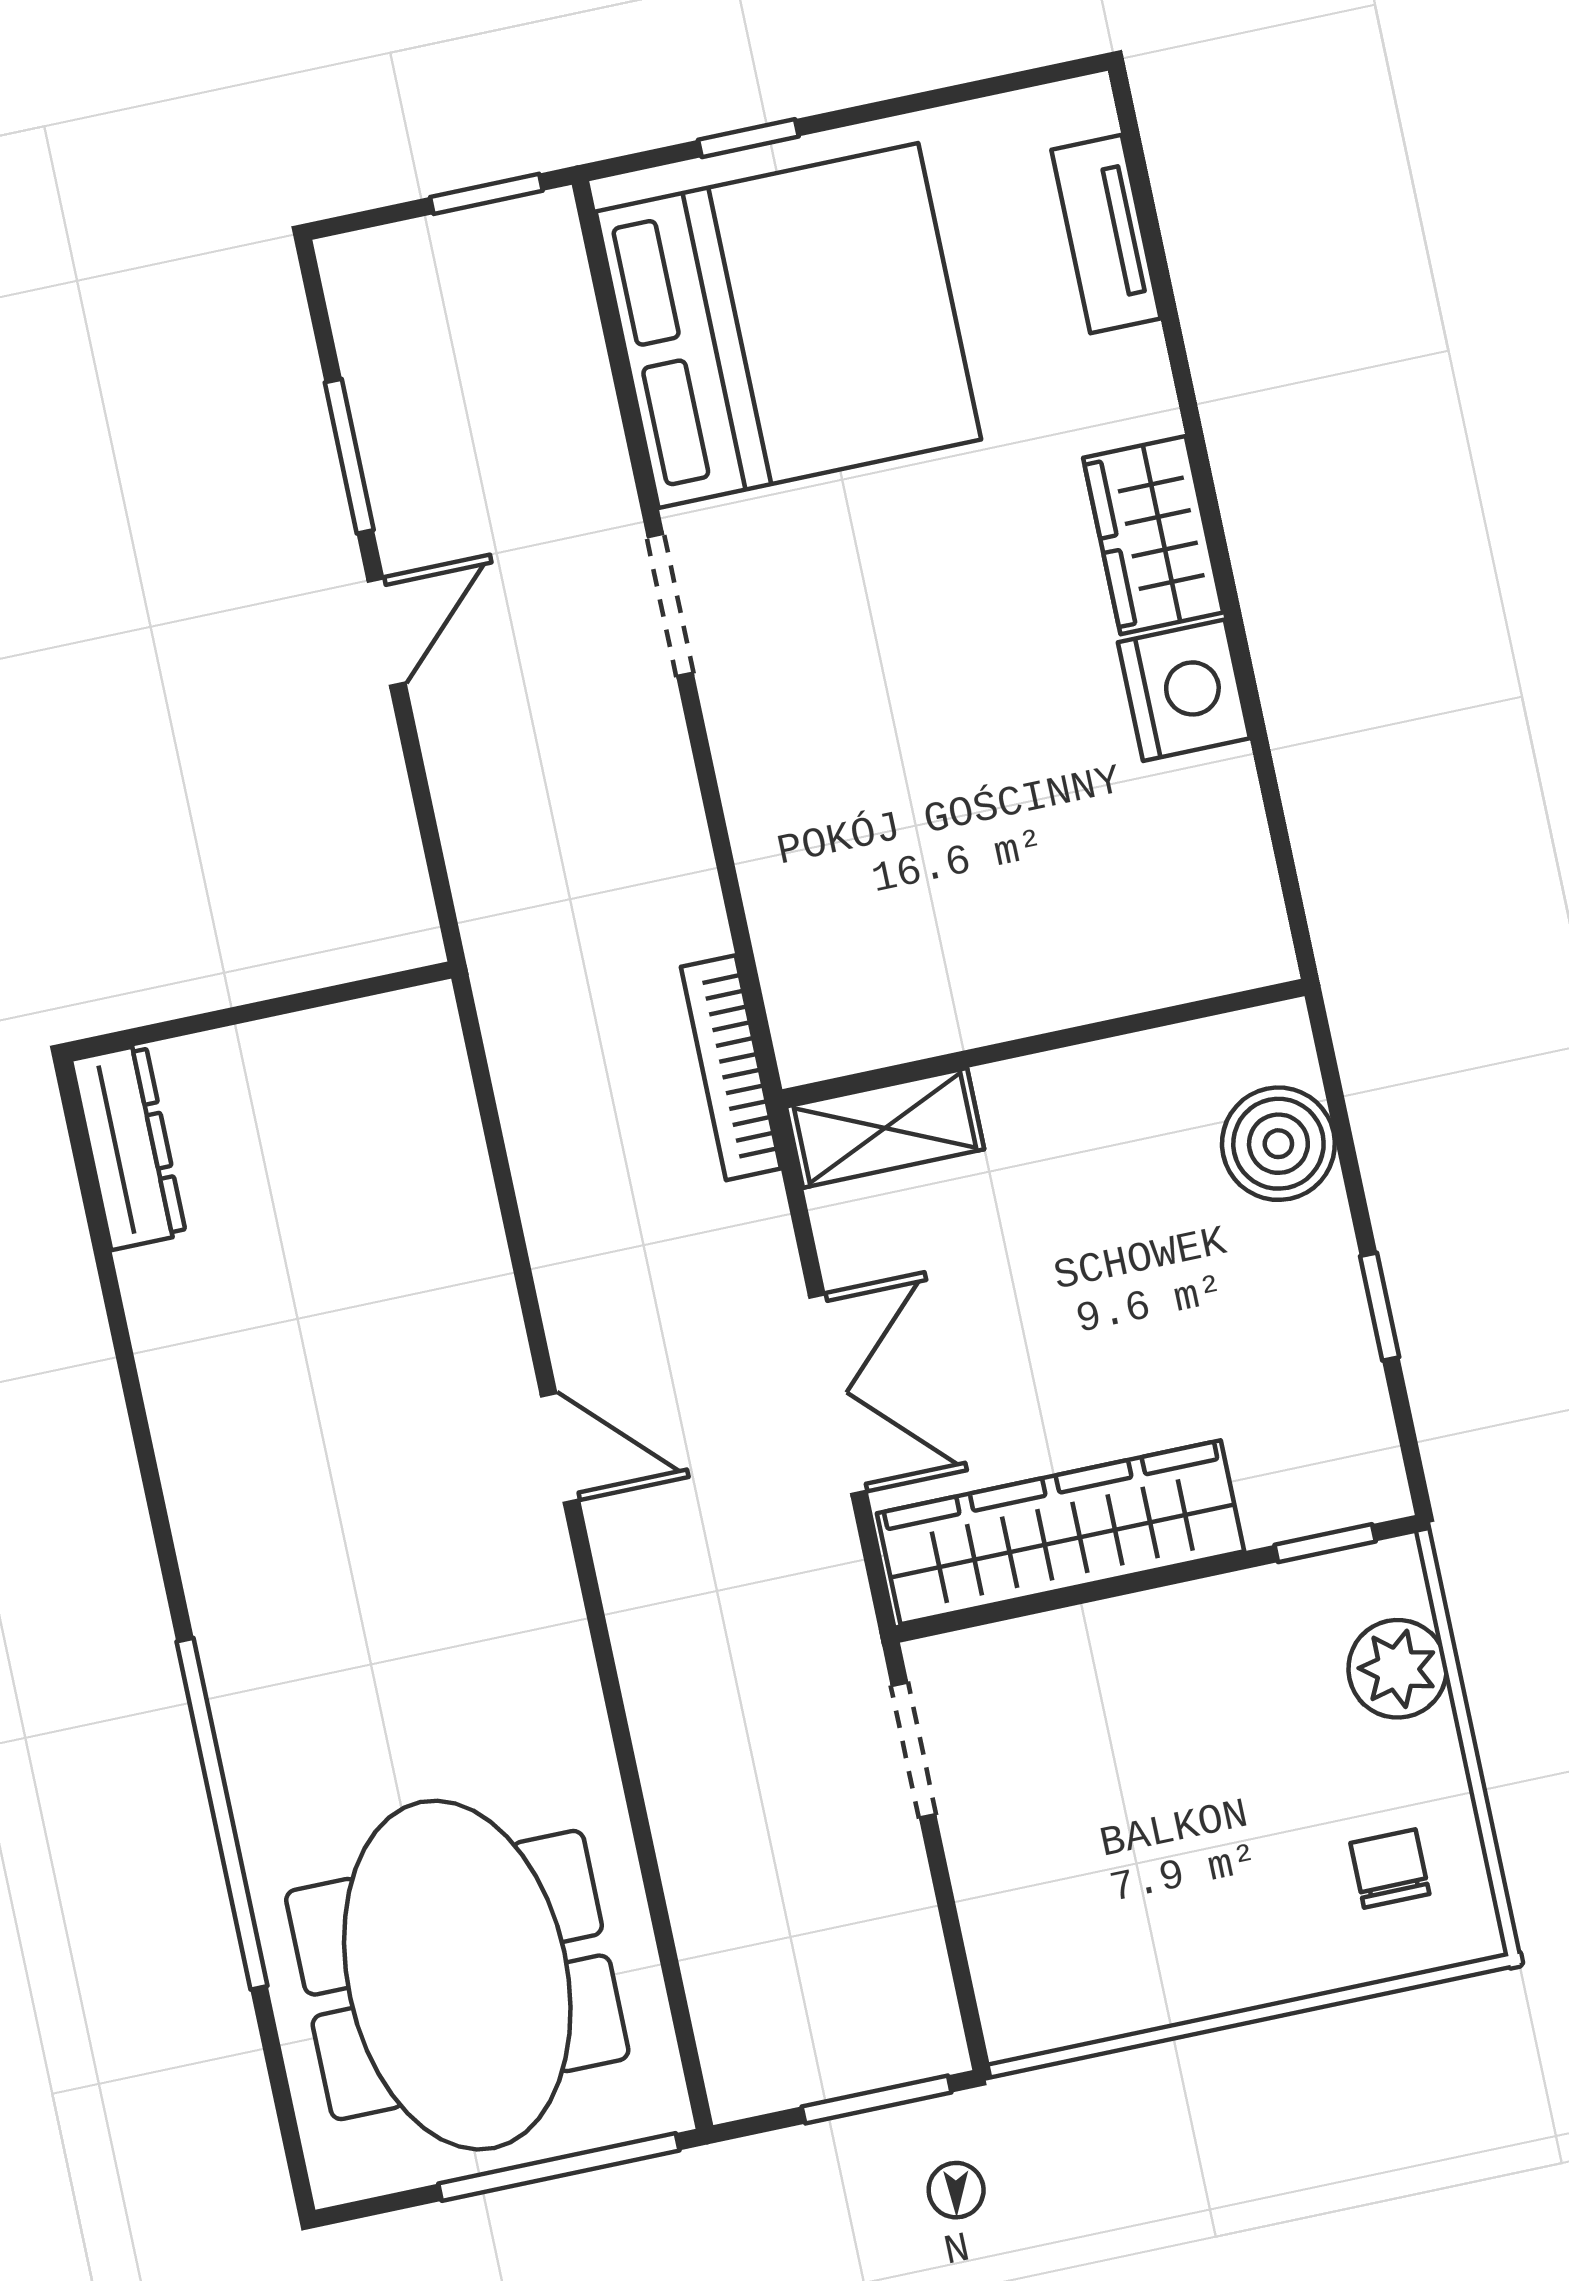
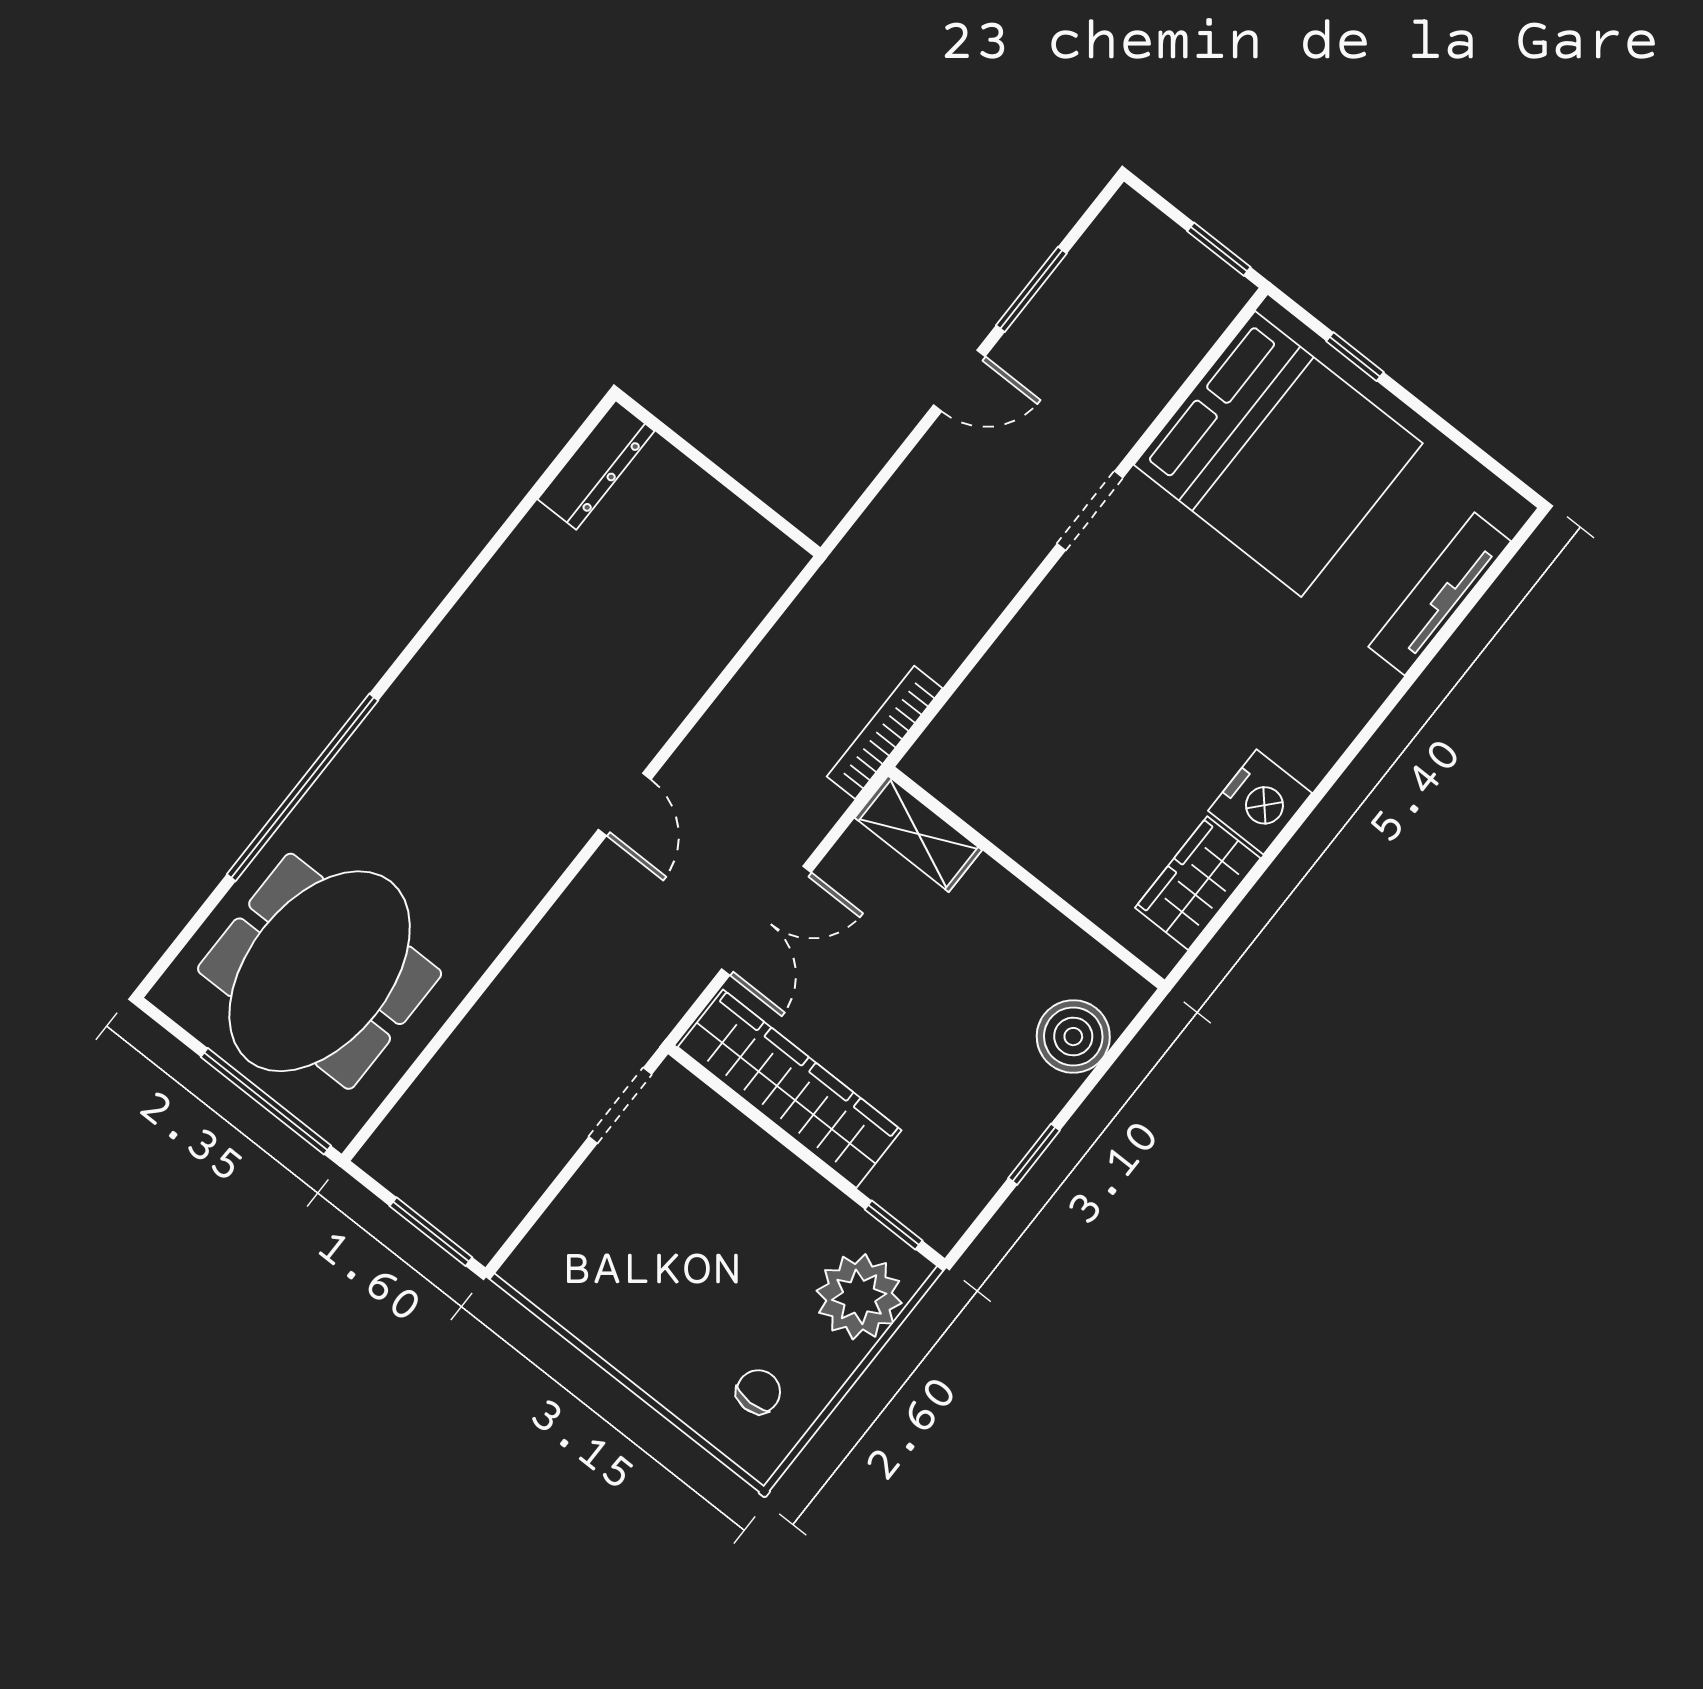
tv unit: (1106, 234) -> (1440, 594), width x1.41
wardrobe: (1153, 535) -> (1198, 883), moved
plant: (1398, 1669) -> (859, 1297), width x1.36, depth x1.36

